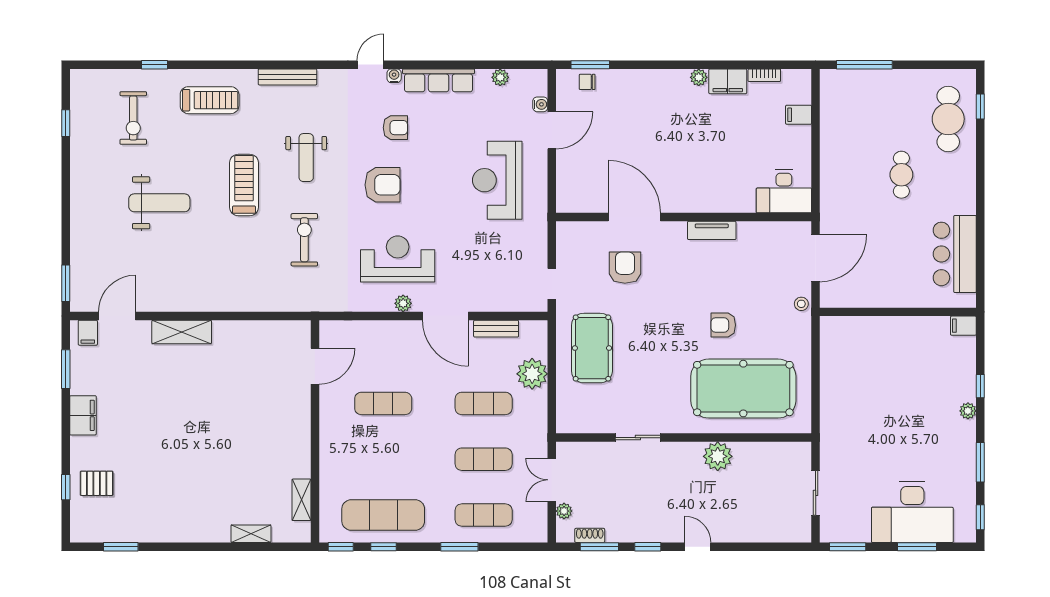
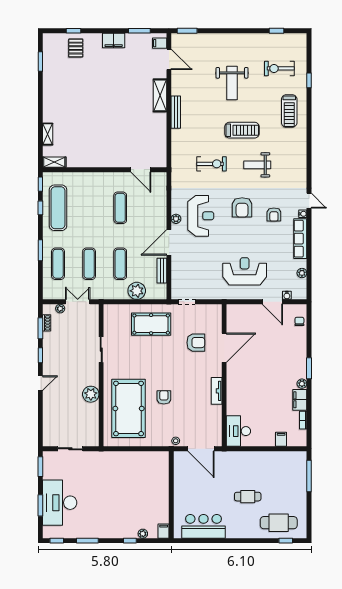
window: (590, 65) -> (309, 368), moved
bench: (287, 77) -> (176, 112), moved
plant: (968, 411) -> (143, 534), moved
shelving: (301, 500) -> (54, 162), moved

